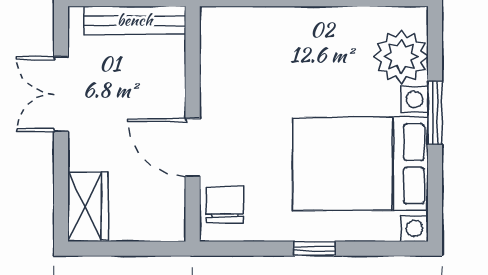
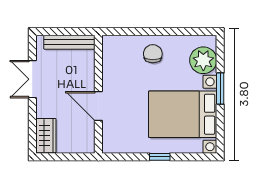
chair: (225, 205) -> (153, 54), moved

